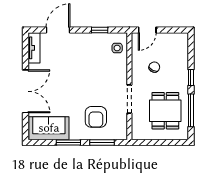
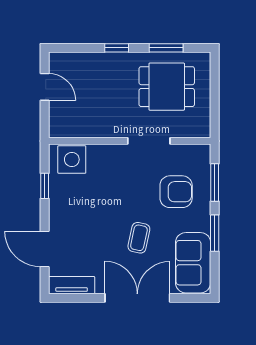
door: (147, 30) -> (45, 87), moved
side table: (117, 48) -> (72, 159), width x1.87, depth x1.87
chair: (154, 67) -> (101, 103), removed
coffee table: (65, 92) -> (139, 238), added
window: (191, 110) -> (166, 48), width x0.69

